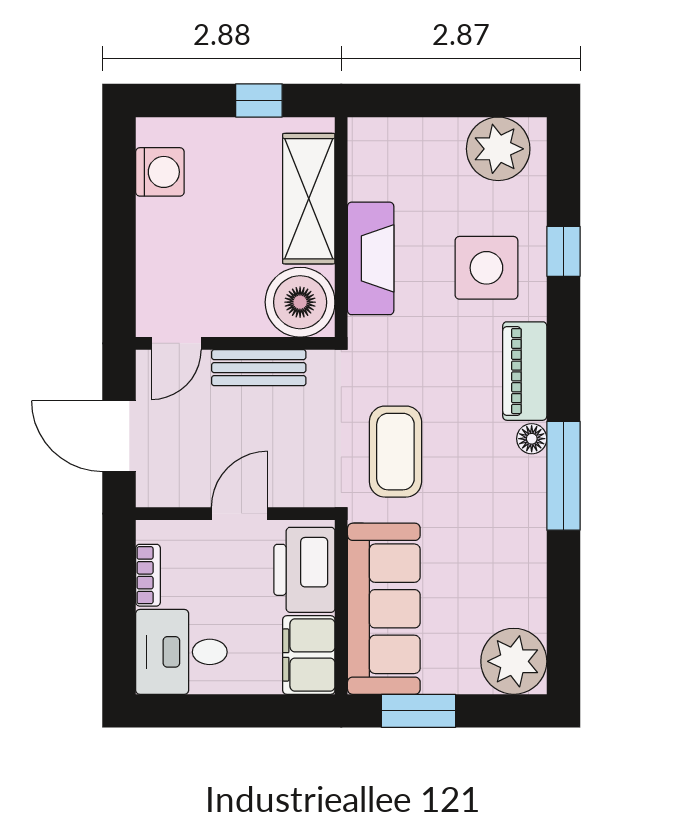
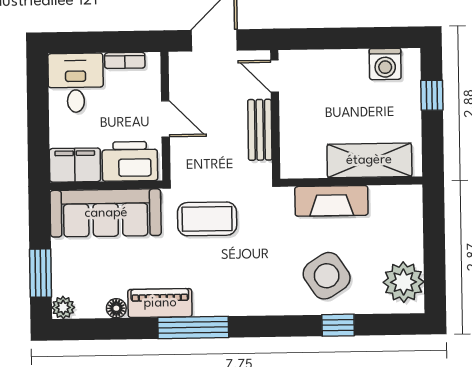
window: (259, 100) -> (432, 95), moved
side table: (486, 268) -> (327, 276), turned -33
boiler: (300, 302) -> (303, 156), removed
piano: (525, 371) -> (160, 303), moved
floor lamp: (532, 439) -> (116, 308), moved
plant: (514, 661) -> (63, 307), width x0.53, depth x0.53
window: (419, 711) -> (41, 273), moved

